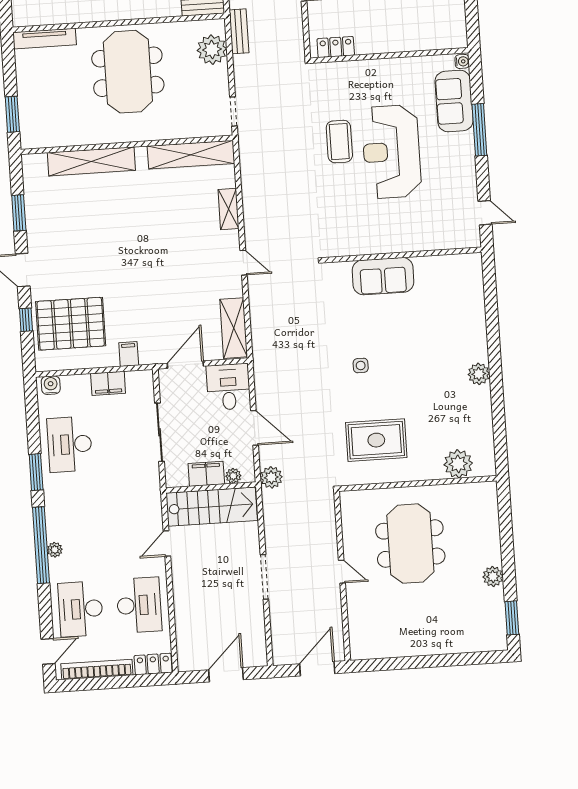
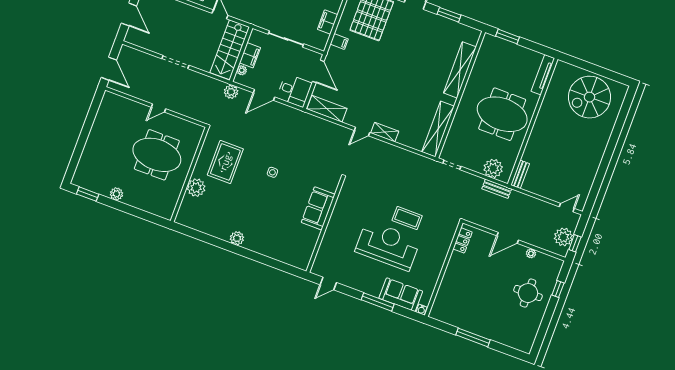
shelving: (228, 209) -> (385, 132), moved
plant: (458, 464) -> (196, 188), moved

